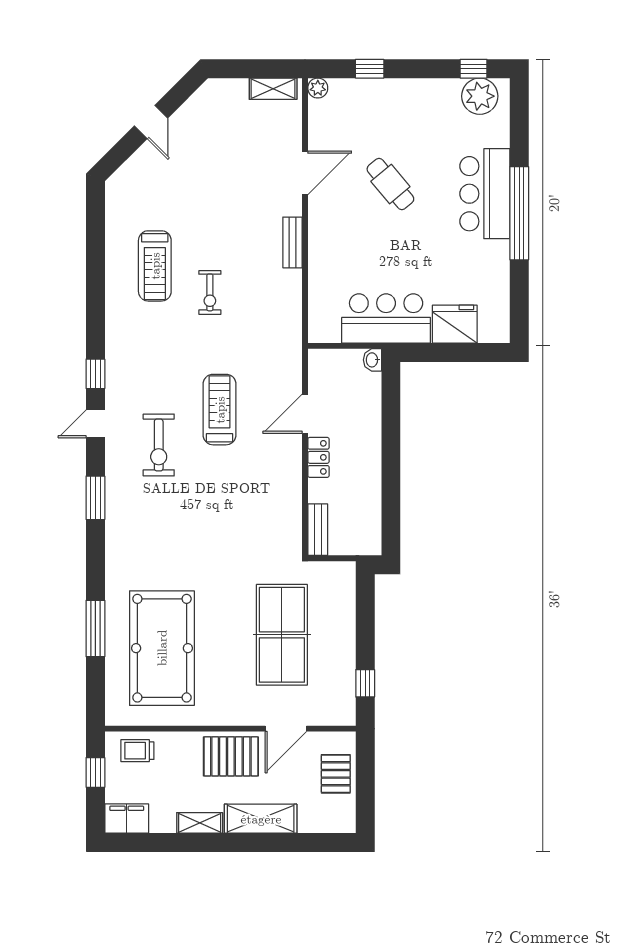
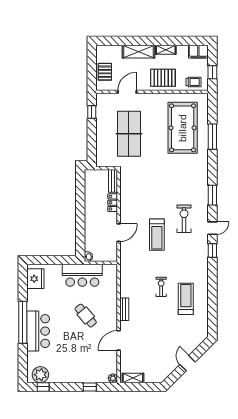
cafe table: (390, 184) -> (86, 316), moved
fridge: (455, 324) -> (35, 279), moved, turned -90
locker: (318, 457) -> (113, 203), moved
pallet: (231, 756) -> (163, 78), moved

